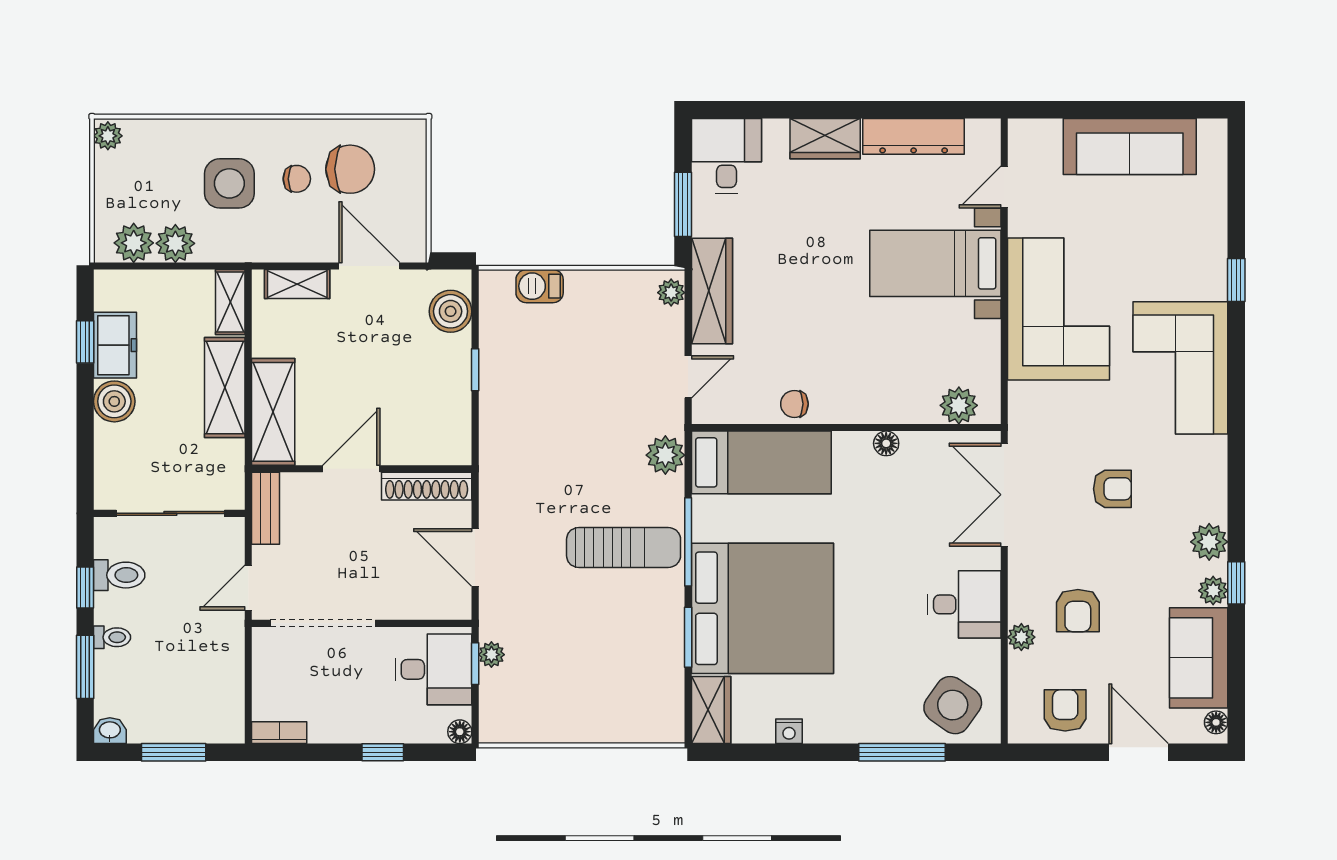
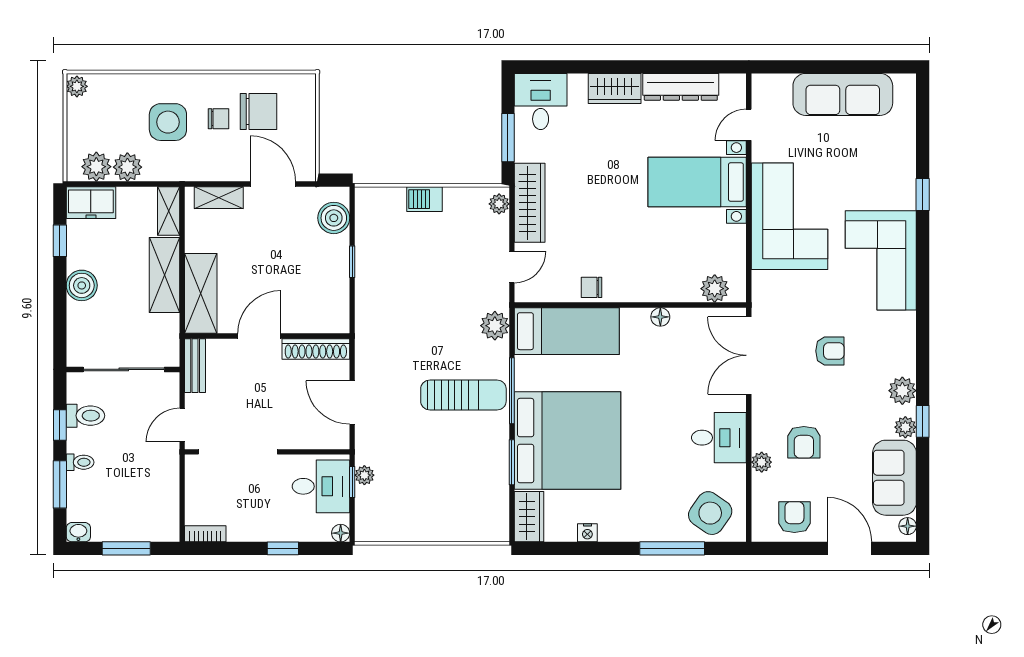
barbecue: (540, 286) -> (424, 199), moved
freezer: (115, 345) -> (91, 203), moved, turned 90

